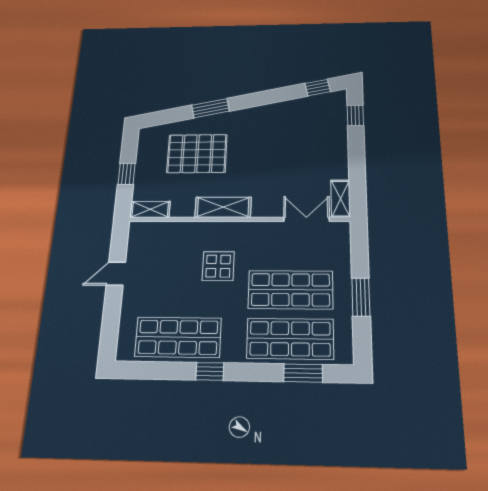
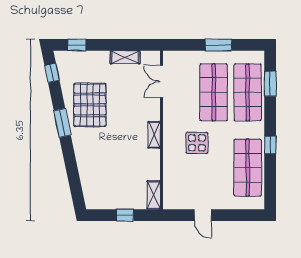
window: (210, 108) -> (62, 123), moved
pallet: (197, 154) -> (90, 105), moved
shelving: (340, 199) -> (125, 57), moved
shelving: (223, 207) -> (154, 135), width x0.67, depth x0.75

